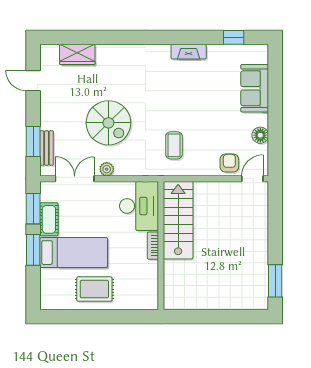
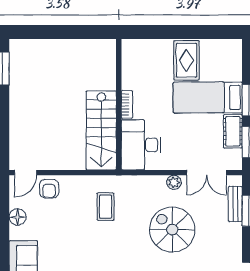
rug: (94, 289) -> (187, 60), turned 90

